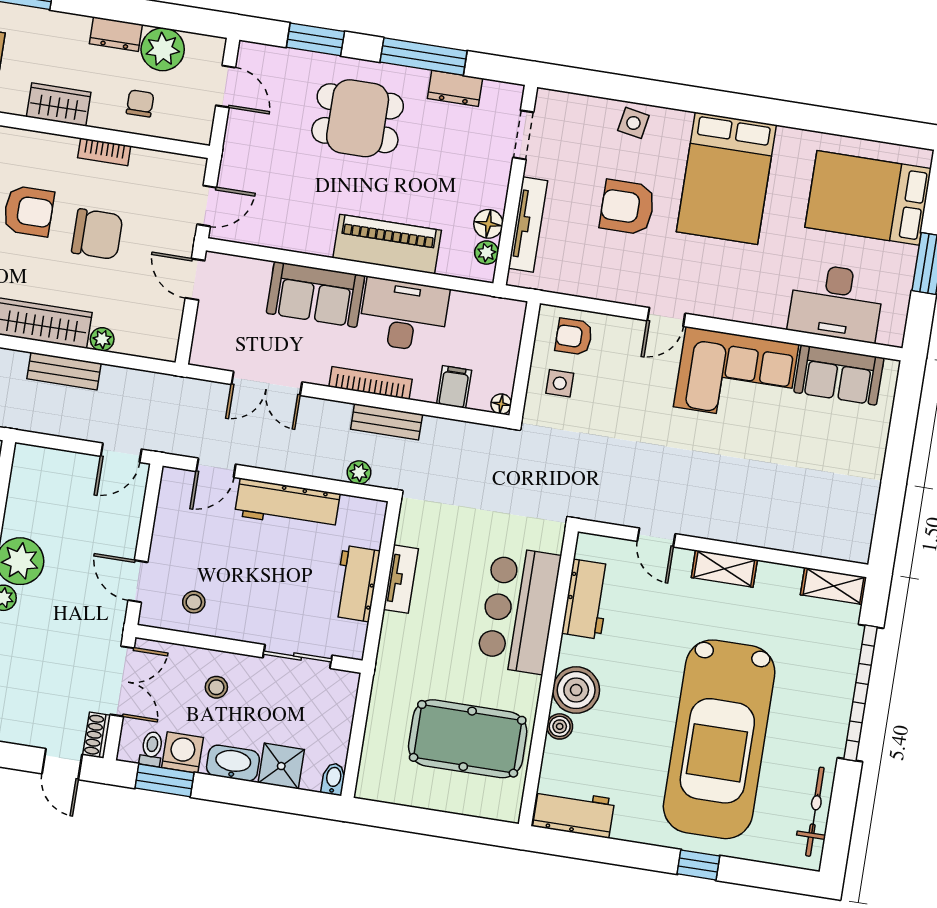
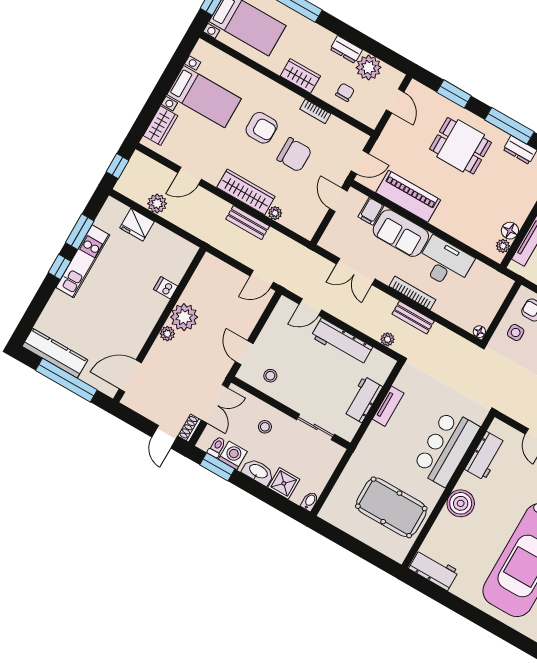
piano: (387, 244) -> (408, 196), moved
filing cabinet: (454, 387) -> (371, 211), moved, turned 180
boiler: (560, 726) -> (444, 520), removed
window: (698, 865) -> (491, 624), removed

